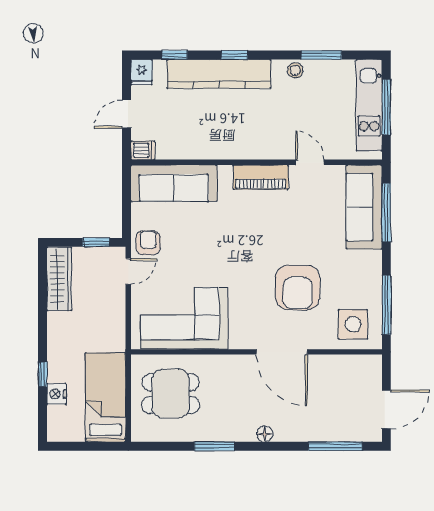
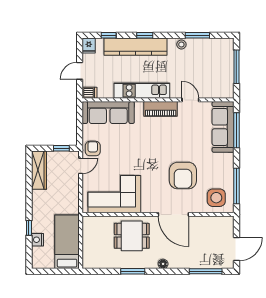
kitchen unit: (369, 105) -> (142, 91), moved, turned 90
dining table: (171, 394) -> (132, 236), moved

